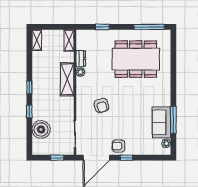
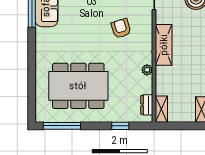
dresser: (81, 58) -> (147, 105), moved
shelving: (67, 79) -> (164, 45), moved

